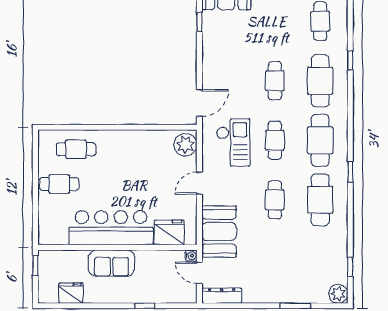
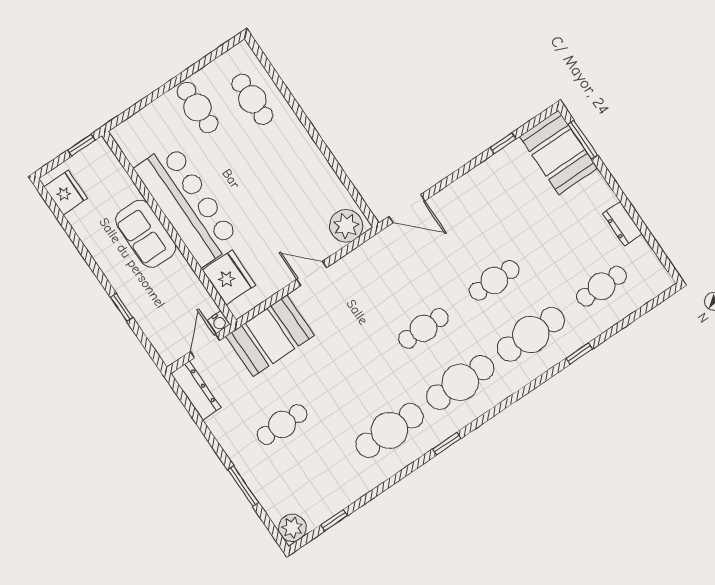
checkout: (233, 142) -> (387, 281), removed
cafe table: (275, 200) -> (282, 424), moved
fridge: (71, 293) -> (66, 193), moved

